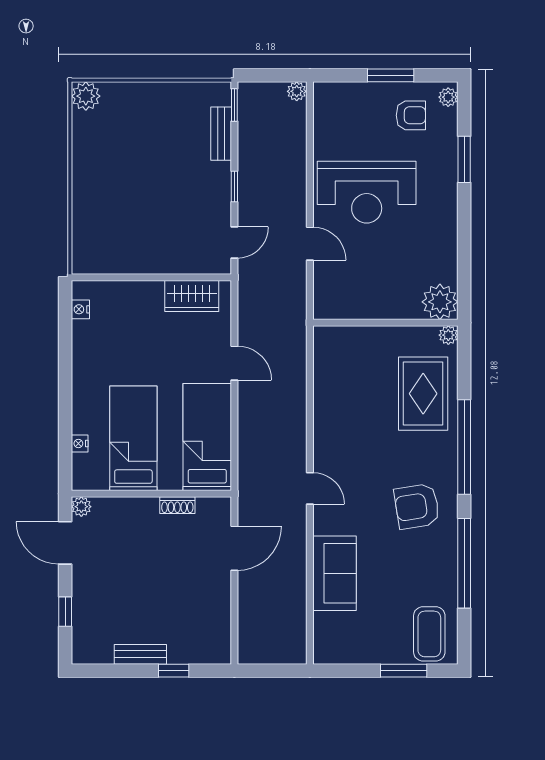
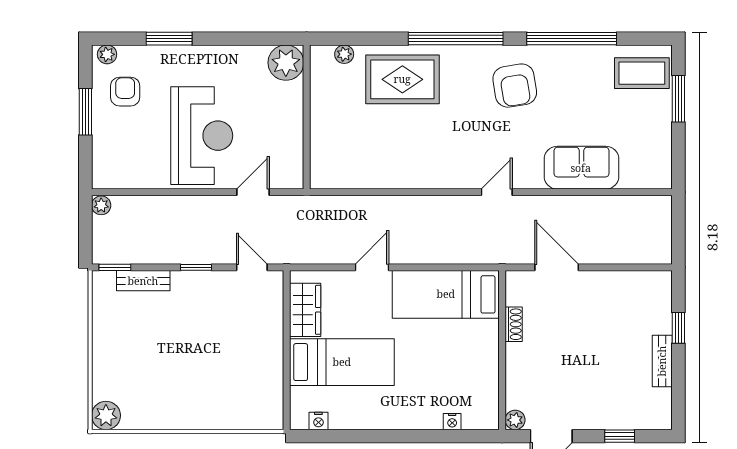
plant: (440, 302) -> (286, 63), moved
wall: (385, 323) -> (307, 117), moved
bed: (133, 438) -> (342, 362), moved, turned 180

